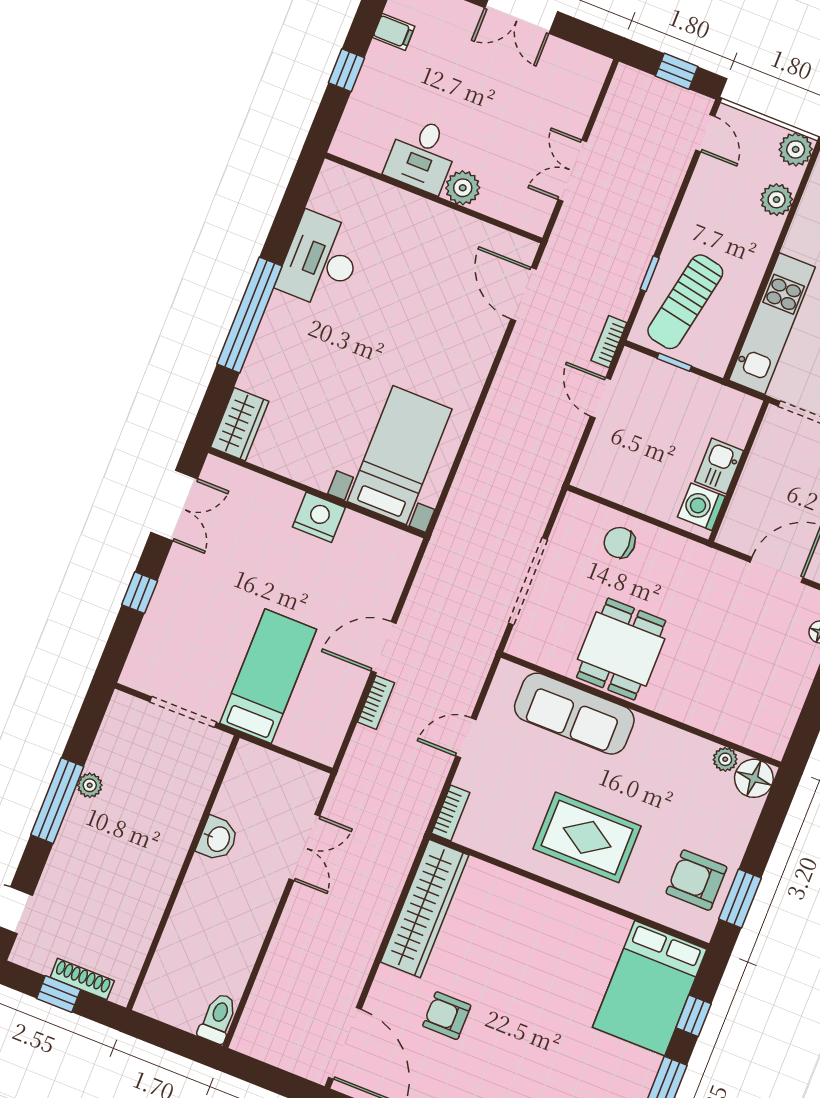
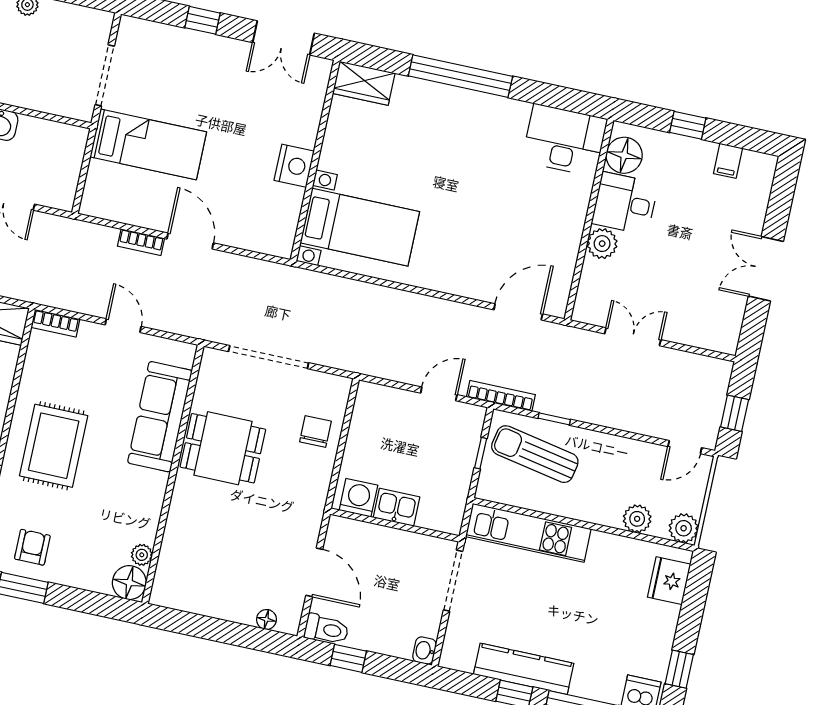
floor lamp: (368, 147) -> (624, 155), added
desk: (321, 260) -> (565, 140), moved
bookcase: (609, 342) -> (501, 396), width x1.56
armchair: (696, 880) -> (32, 547), width x0.72, depth x0.72

